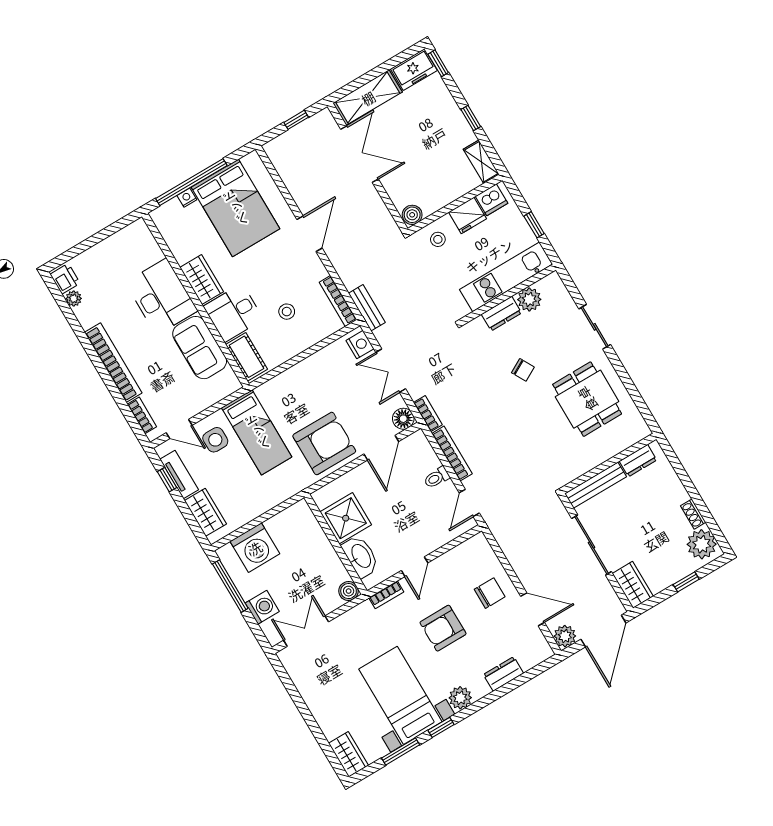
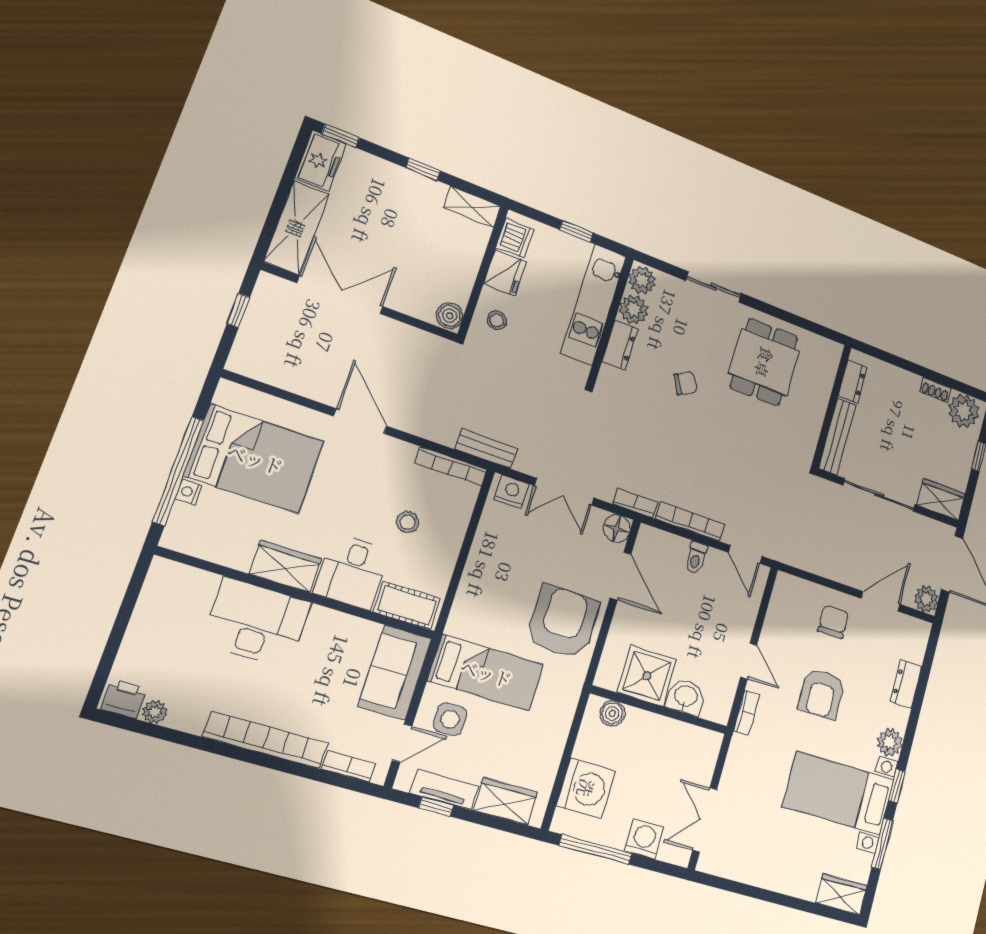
plant: (550, 286) -> (642, 280), added
sofa: (200, 348) -> (395, 673), moved, turned 90
dining table: (587, 399) -> (764, 362), turned 90
washbasin: (361, 556) -> (686, 697), width x0.72
boiler: (349, 591) -> (612, 713), moved

